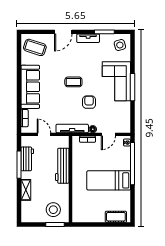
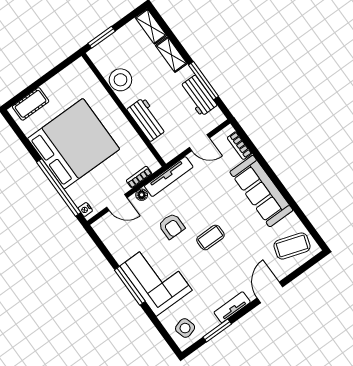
door: (108, 134) -> (117, 203), swing flipped
workbench: (62, 166) -> (147, 120), width x0.73
bed: (109, 180) -> (74, 144), width x2.04
stool: (53, 210) -> (120, 80), moved
shelving: (26, 212) -> (151, 26), added

